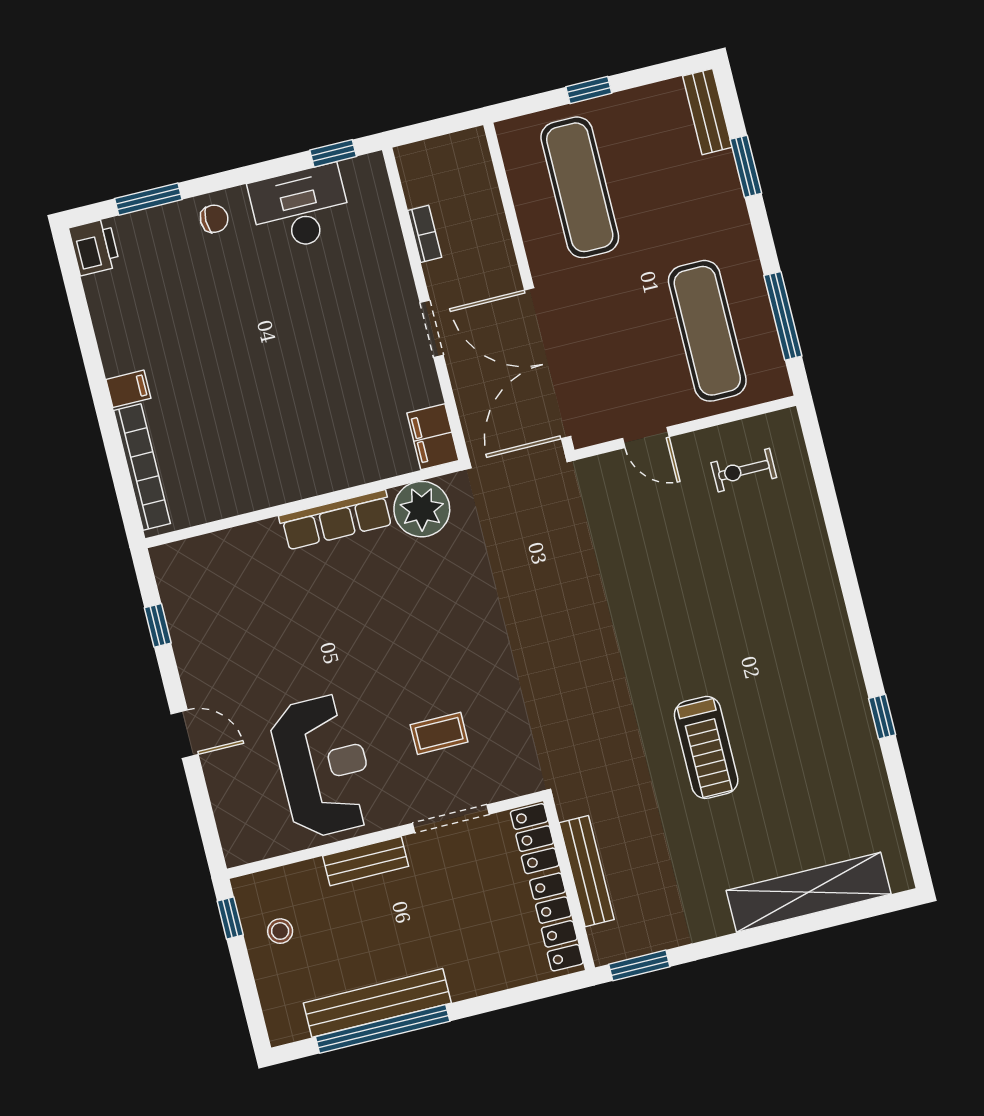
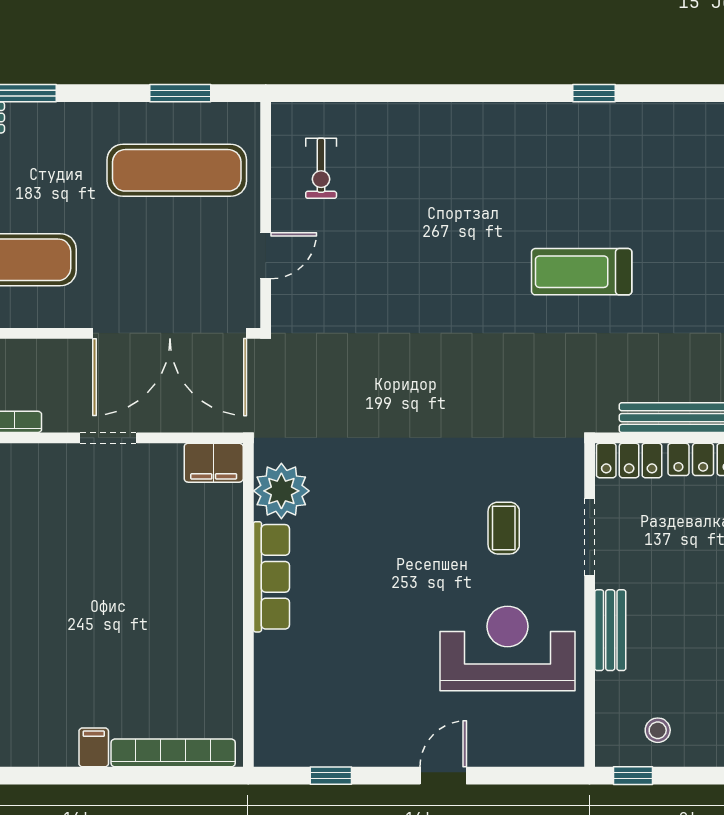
window: (783, 316) -> (180, 93), width x0.69
treadmill: (706, 747) -> (582, 272), turned 180

